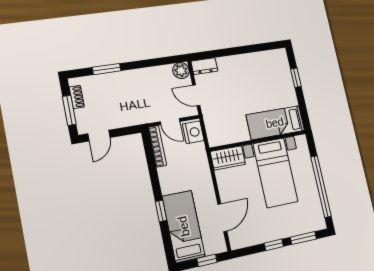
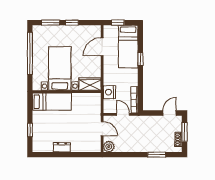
dresser: (204, 66) -> (62, 147), moved
nightstand: (193, 132) -> (109, 92), moved

